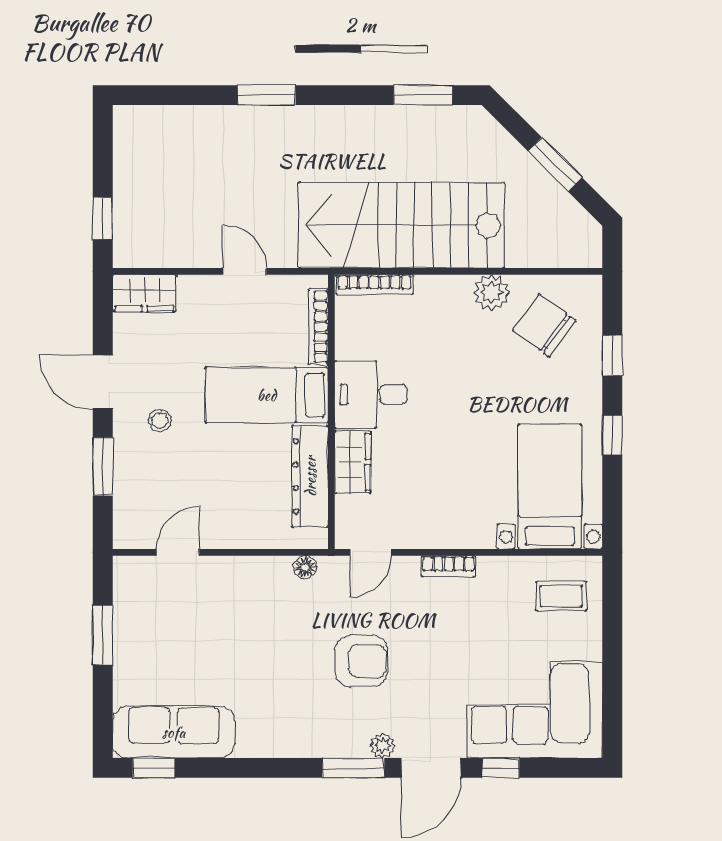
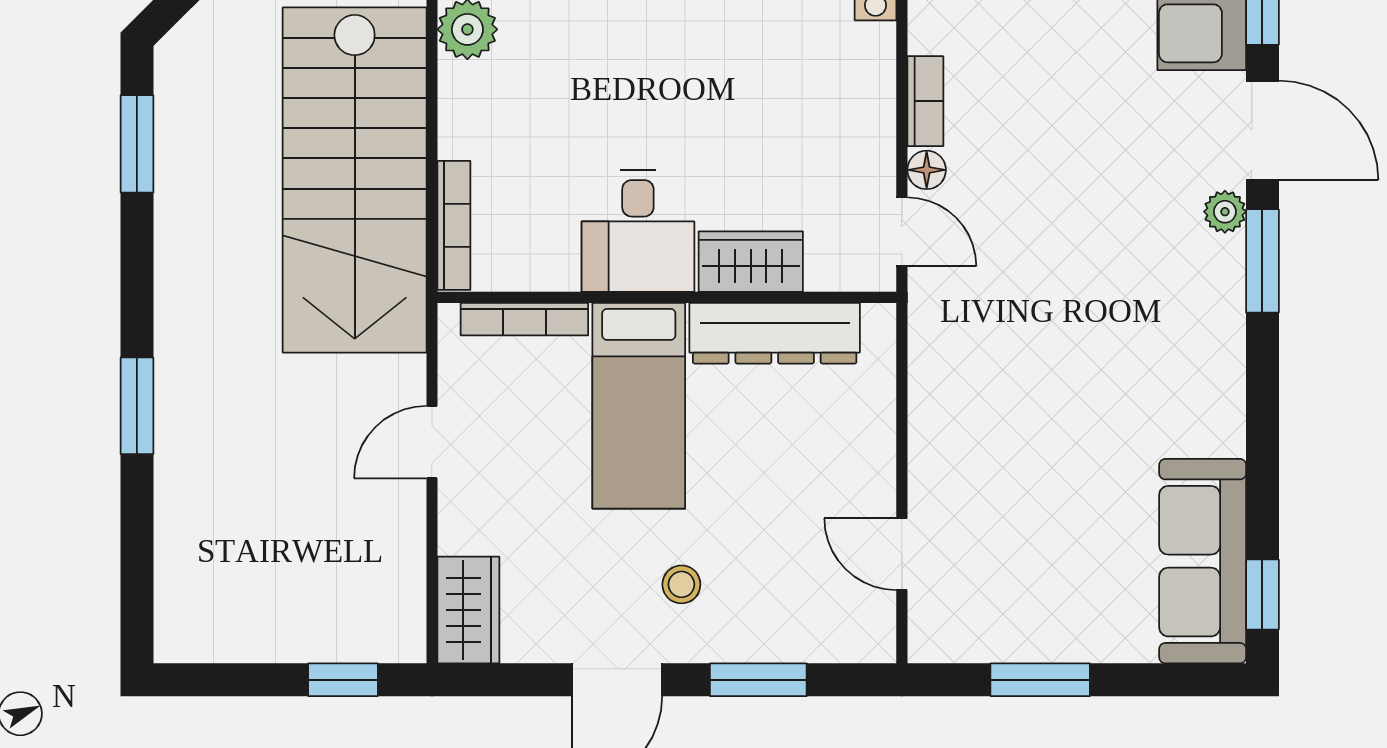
floor lamp: (305, 567) -> (927, 170), moved
armchair: (361, 661) -> (1084, 247), removed

